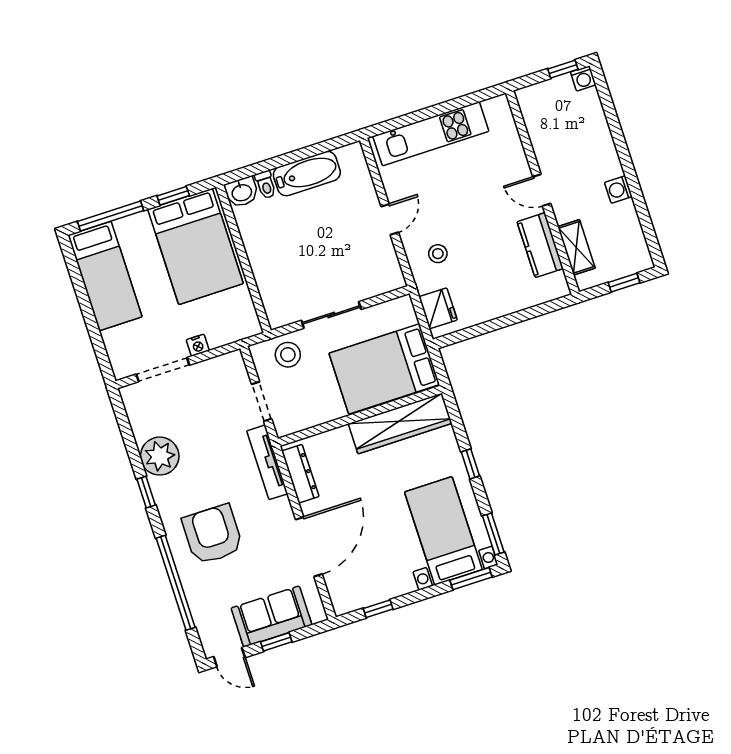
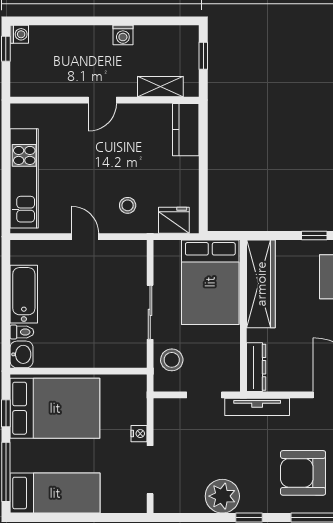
kitchen counter: (540, 245) -> (186, 130), moved, turned 90
dresser: (300, 474) -> (256, 367), moved, turned 90

